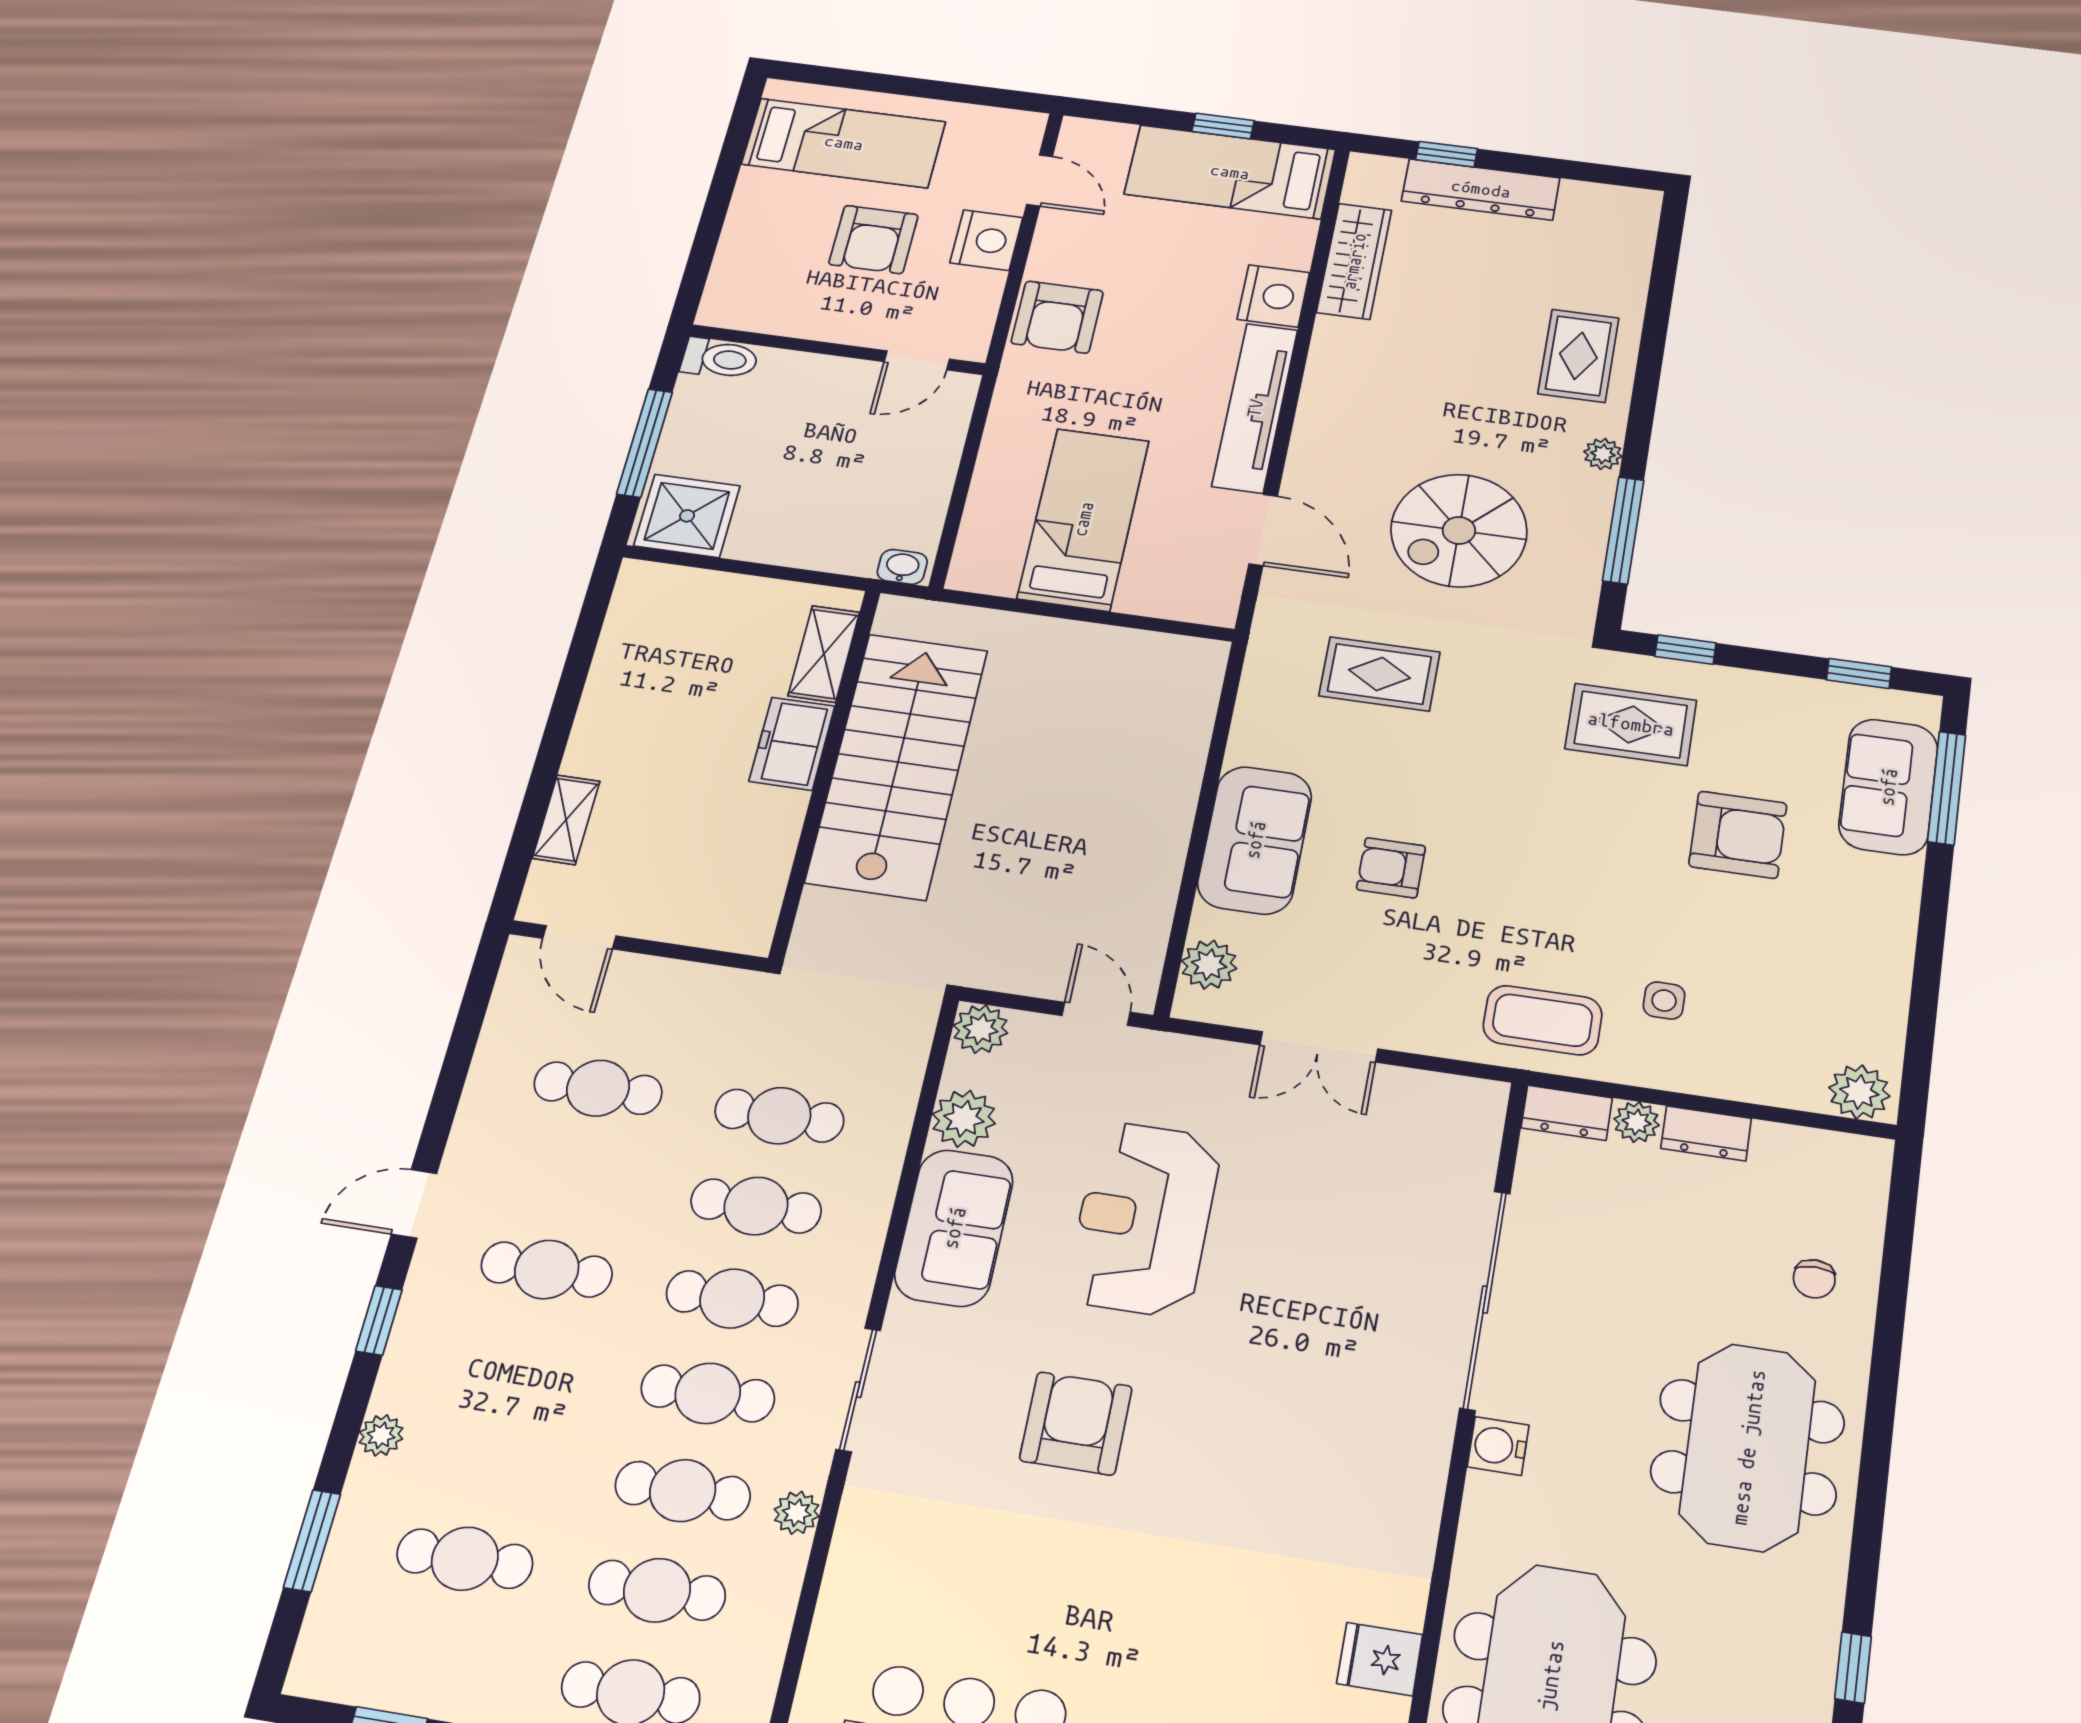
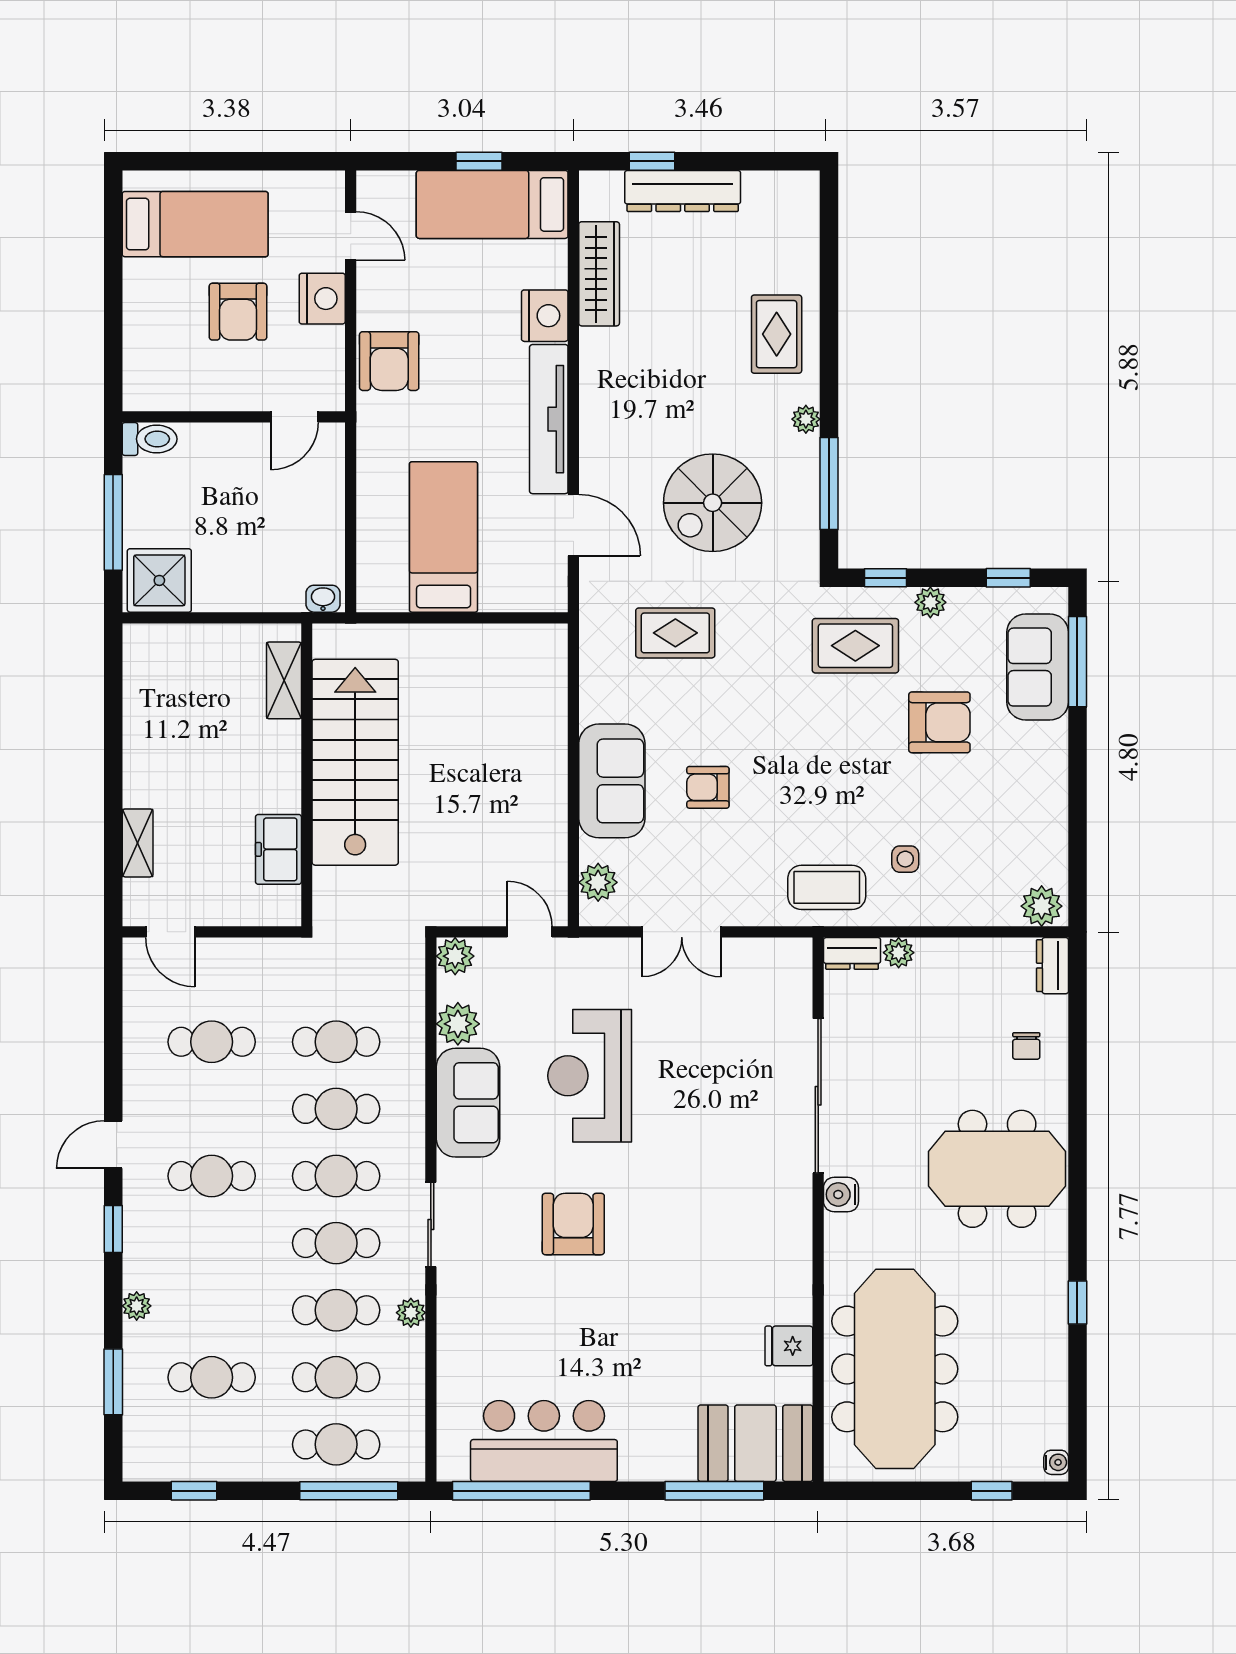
plant: (1745, 687) -> (930, 602), added
freezer: (792, 744) -> (278, 849), moved
dresser: (1706, 1133) -> (1052, 966), moved, turned 90
meeting table: (1748, 1447) -> (997, 1169), turned 90

